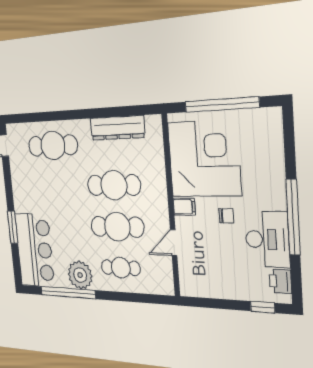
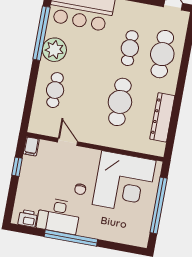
filing cabinet: (184, 207) -> (31, 146), moved
cafe table: (117, 227) -> (130, 48), moved, width x0.73, depth x0.74
window: (263, 307) -> (17, 167), moved

